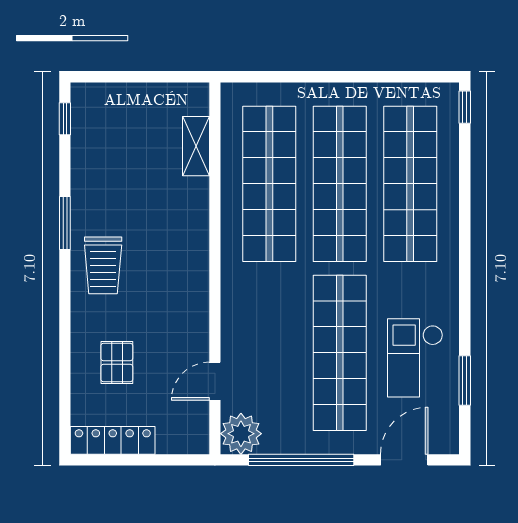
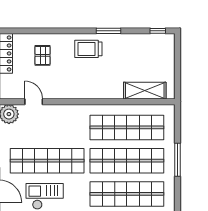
window: (338, 77) -> (178, 160), added
shelving: (196, 146) -> (145, 91), width x1.50, depth x1.33
pallet: (117, 363) -> (43, 55), turned 90

